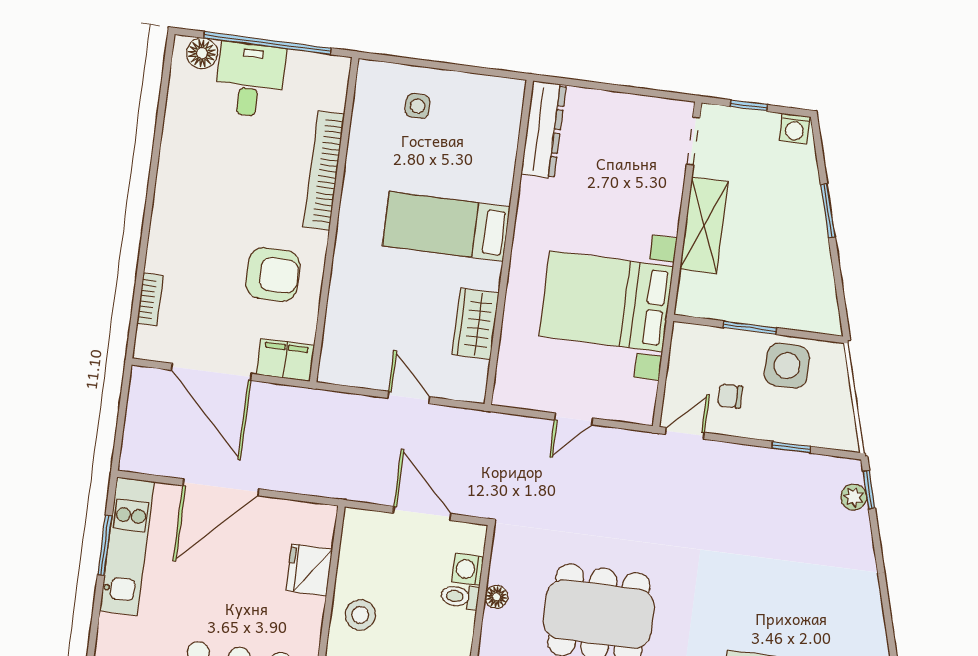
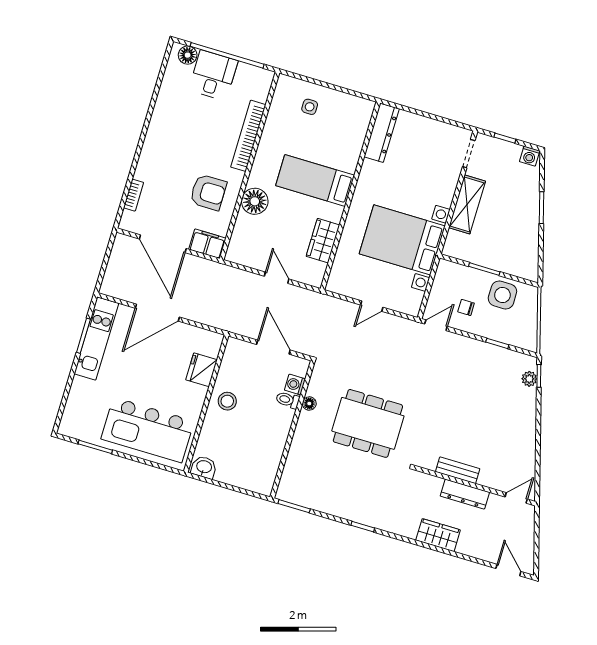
floor lamp: (352, 277) -> (255, 201), added

